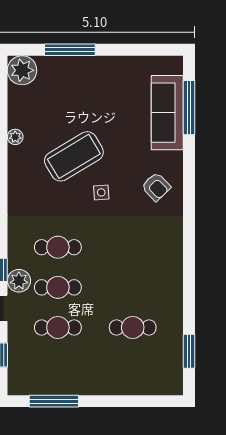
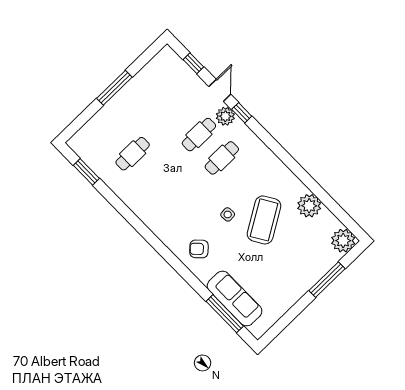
plant: (15, 137) -> (309, 206), width x1.87, depth x1.87
cafe table: (58, 327) -> (176, 111), removed
window: (54, 401) -> (114, 88), moved

